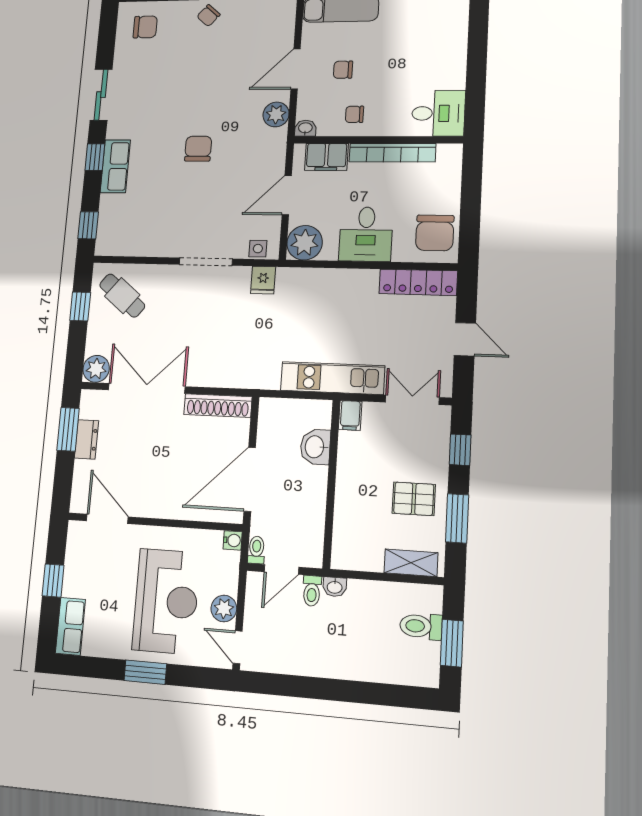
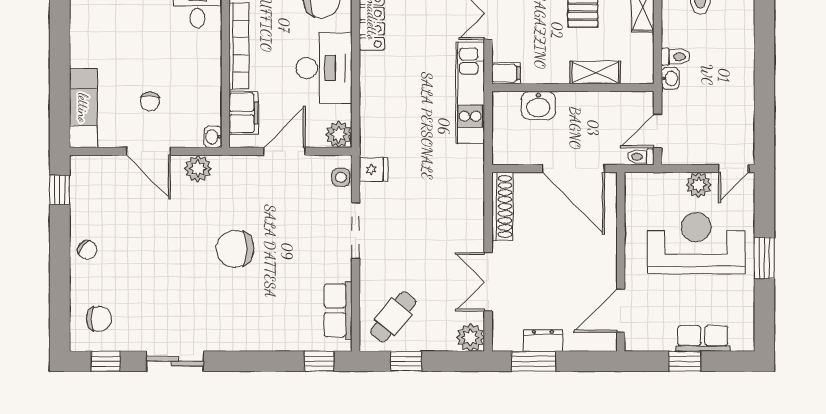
chair: (145, 27) -> (99, 319), turned 90
chair: (355, 114) -> (198, 87), removed
chair: (198, 149) -> (235, 249), width x1.37, depth x1.37
window: (95, 157) -> (106, 361), moved
row of seats: (115, 166) -> (338, 310), moved, turned -90
door: (287, 195) -> (284, 151), swing flipped
desk: (366, 234) -> (324, 68), width x1.37
plant: (305, 243) -> (339, 134), width x0.73, depth x0.73
double door: (147, 388) -> (488, 282), width x0.73
shelving: (345, 508) -> (595, 72), added
water cooler: (233, 540) -> (633, 181), removed
door: (281, 569) -> (658, 131), swing flipped
toilet: (312, 591) -> (675, 57), moved
row of seats: (70, 626) -> (703, 338), moved

